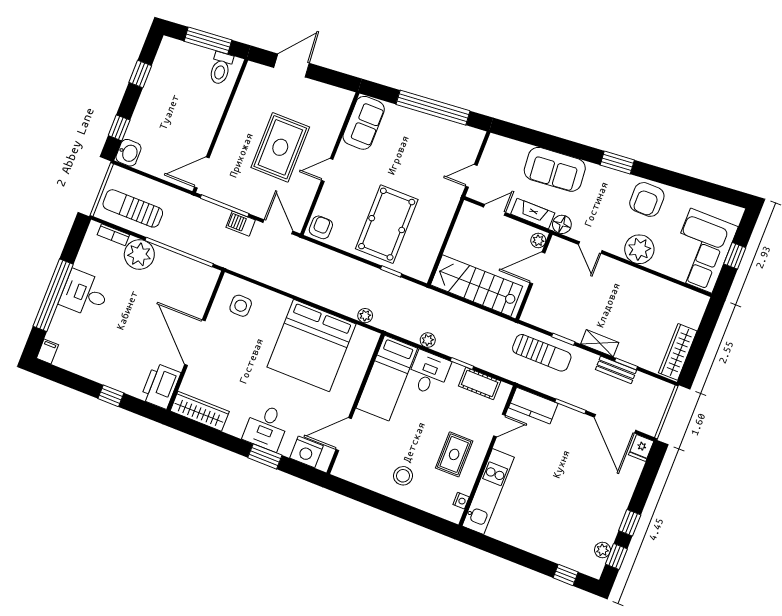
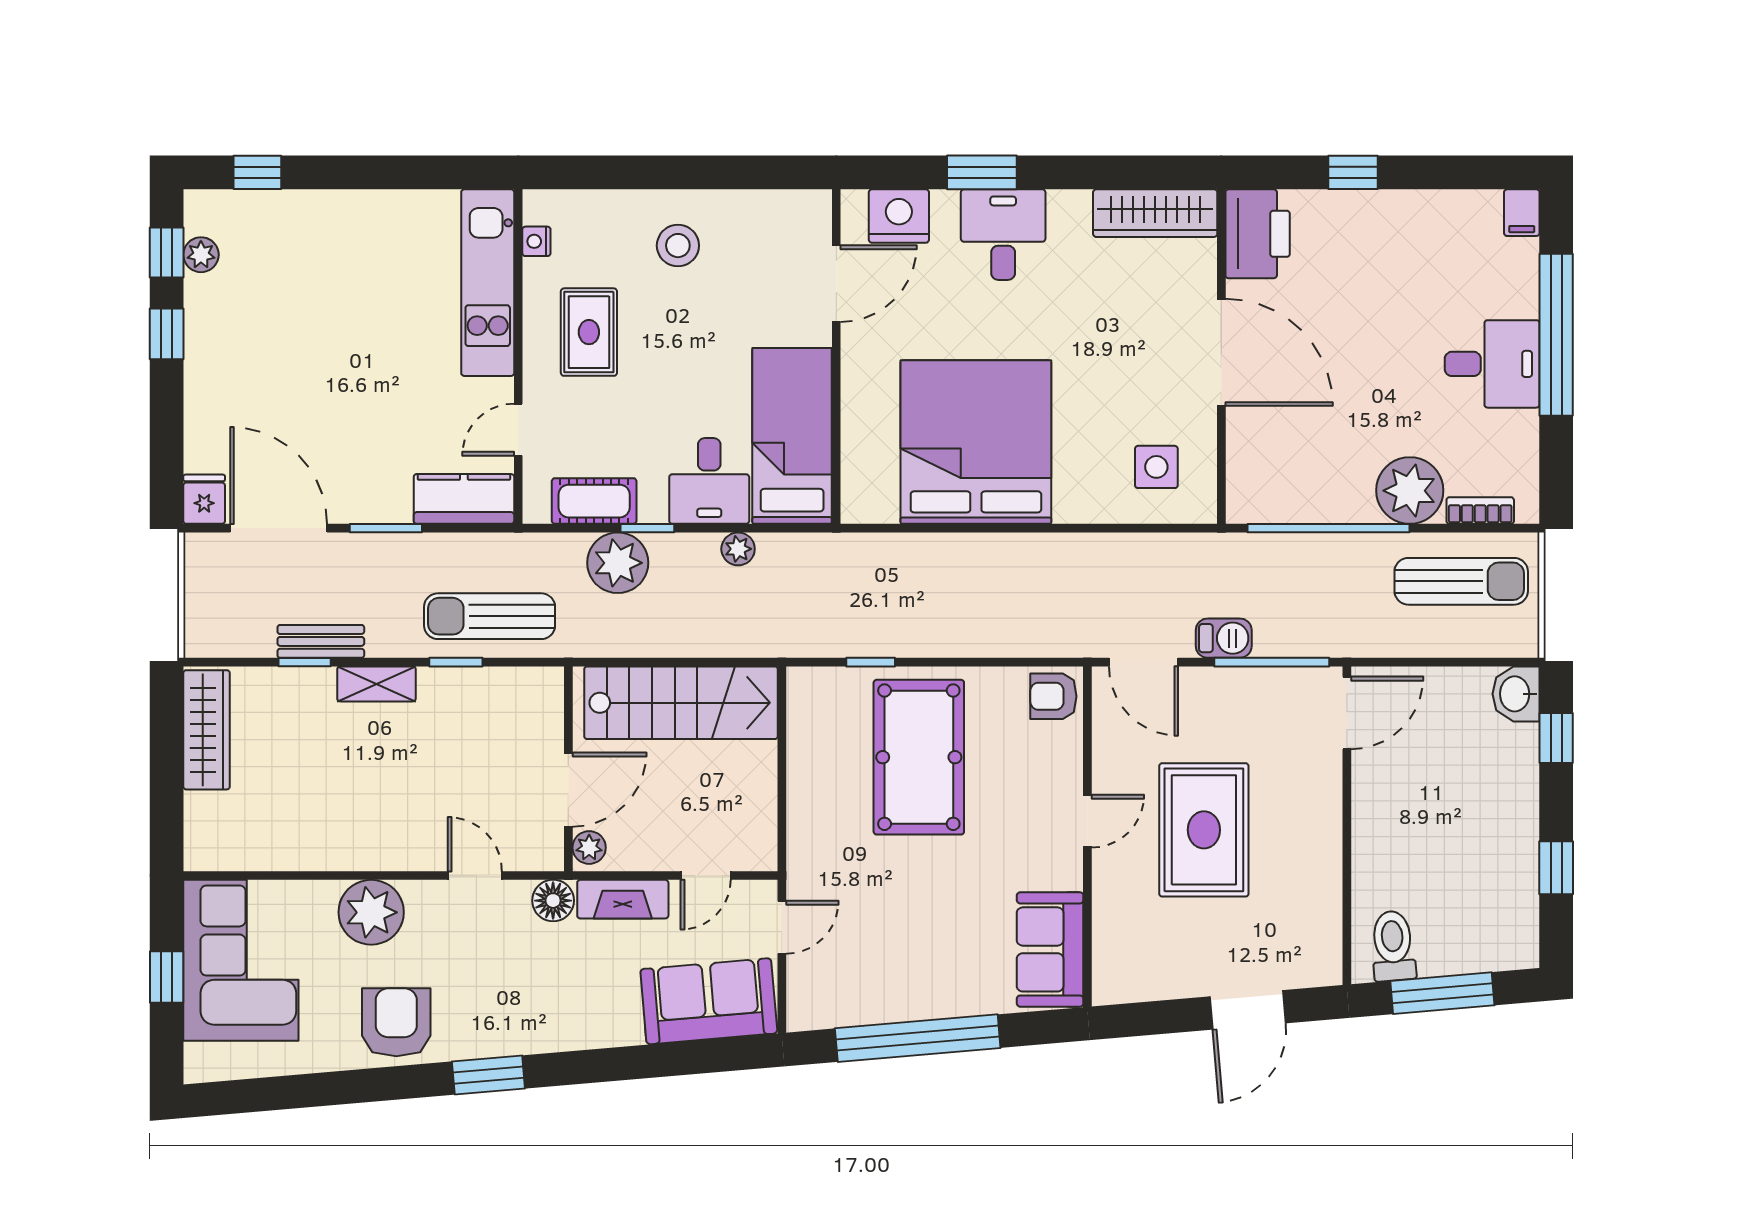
sofa: (555, 169) -> (709, 1001), moved
armchair: (321, 227) -> (1053, 696), turned 90
plant: (365, 316) -> (618, 563), moved, width x1.88, depth x1.88

